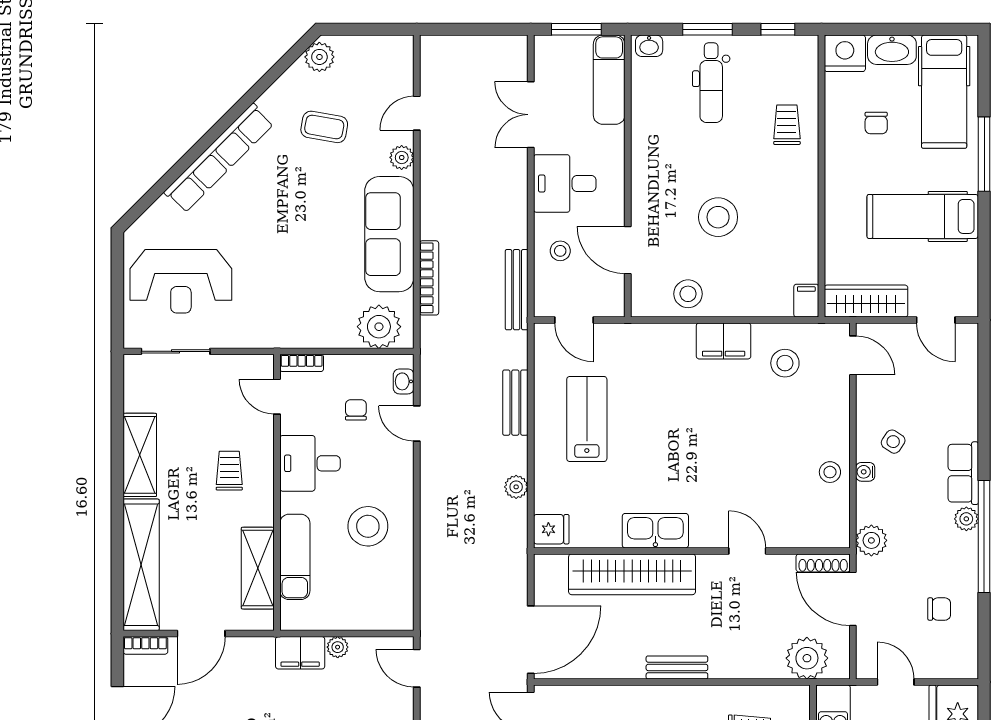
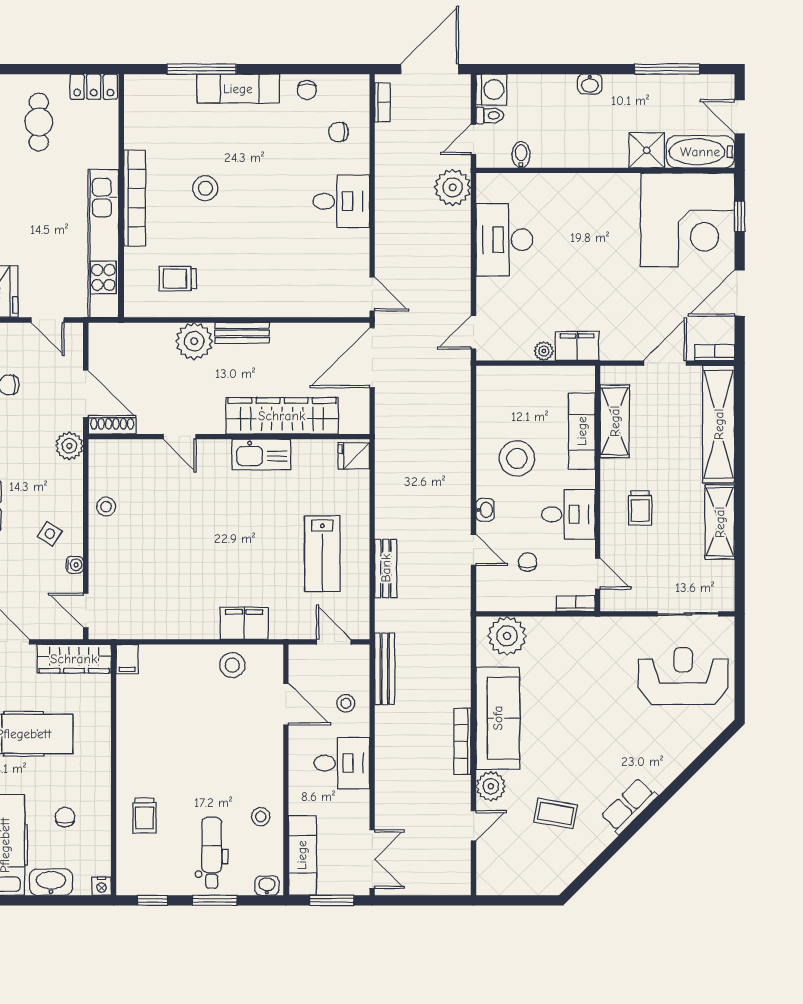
nightstand: (845, 53) -> (101, 886), width x0.53, depth x0.56
plant: (319, 57) -> (560, 876), removed
double door: (531, 115) -> (372, 859), moved
plant: (402, 157) -> (491, 786), width x1.38, depth x1.38
row of seats: (219, 158) -> (629, 806), width x0.50
stool: (718, 217) -> (261, 817), moved, width x0.53, depth x0.53
bookcase: (429, 278) -> (462, 741), moved
filing cabinet: (724, 341) -> (244, 623), moved
stool: (785, 363) -> (146, 604), removed
washbasin: (404, 381) -> (485, 510), moved
chair: (356, 410) -> (528, 562), turned 180
water cooler: (865, 472) -> (75, 565), moved
plant: (516, 487) -> (385, 493), removed
plant: (807, 658) -> (194, 341), moved
door: (417, 668) -> (473, 332), swing flipped

